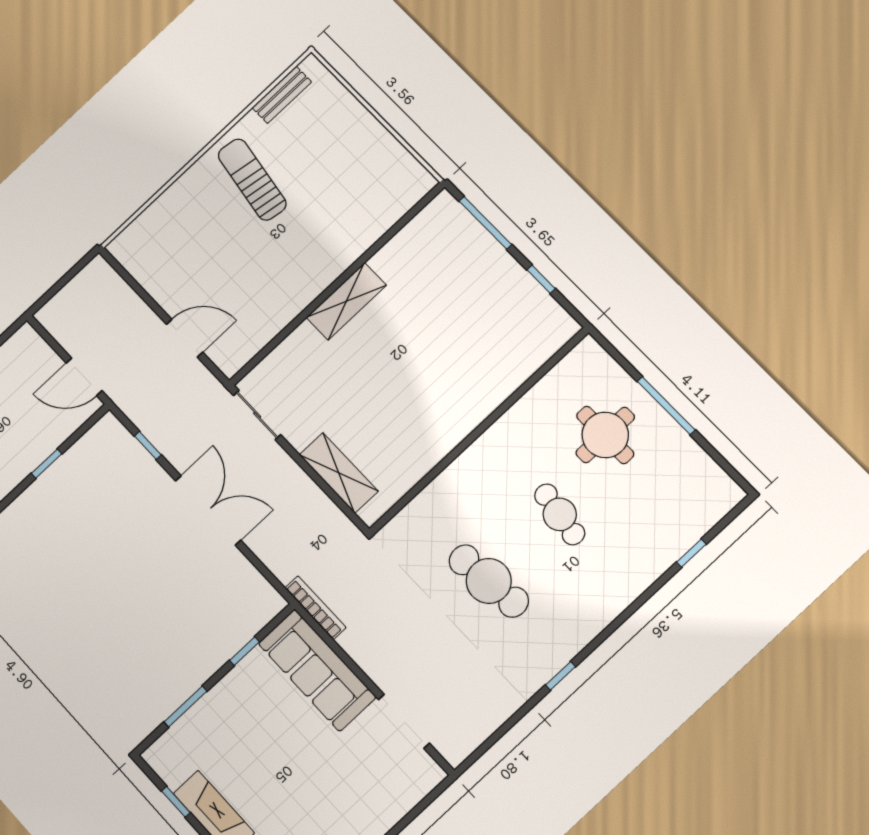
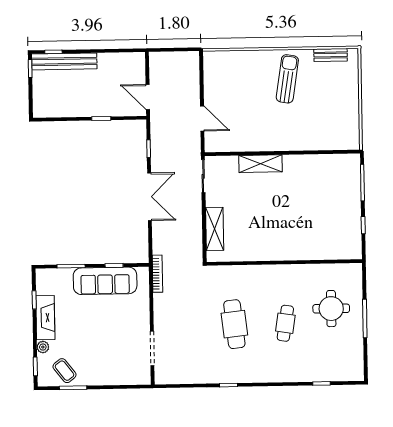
shelving: (346, 301) -> (261, 164), moved
sofa: (317, 670) -> (105, 281), moved, turned -90

